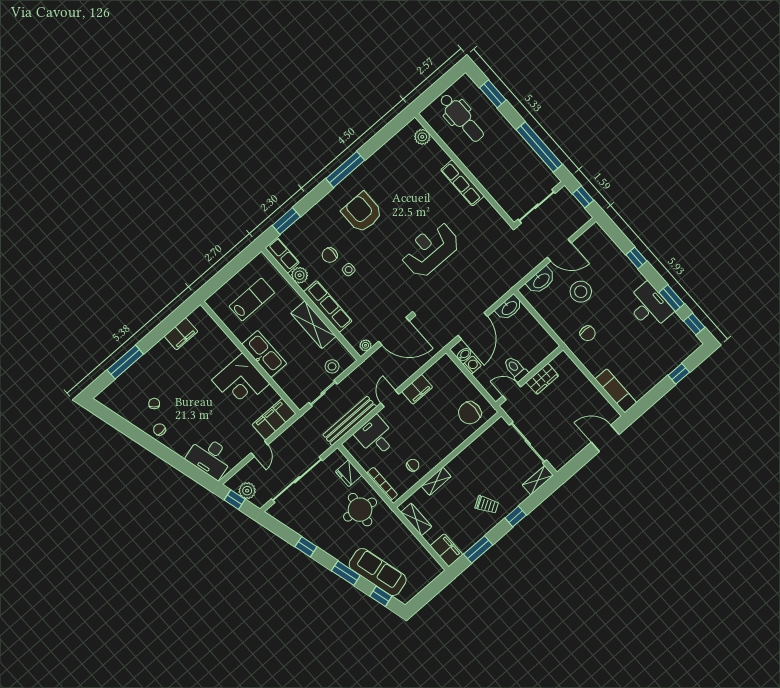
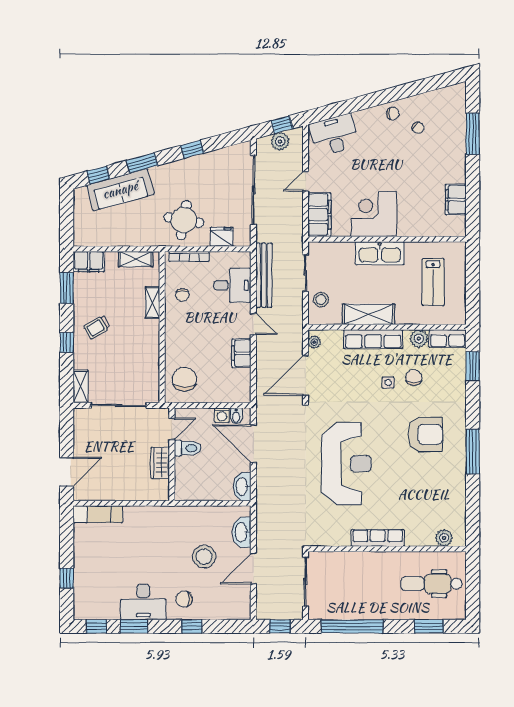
reception desk: (430, 249) -> (346, 464), width x1.36, depth x1.30
chair: (588, 333) -> (184, 599), moved
door: (259, 449) -> (306, 181), hinge flipped

